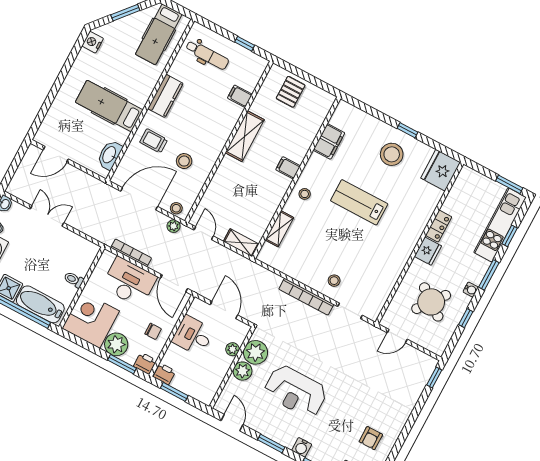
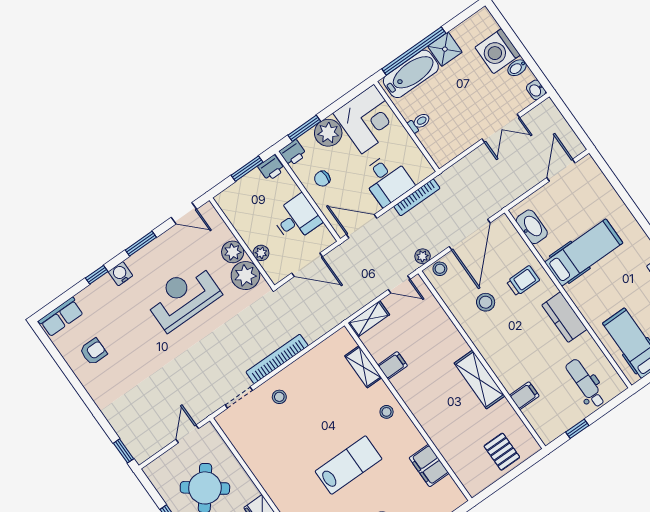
dental chair: (207, 55) -> (585, 383), turned 90
filing cabinet: (288, 168) -> (393, 365), moved
desk: (129, 282) -> (387, 180), width x0.73
armchair: (371, 438) -> (93, 352), turned 90

